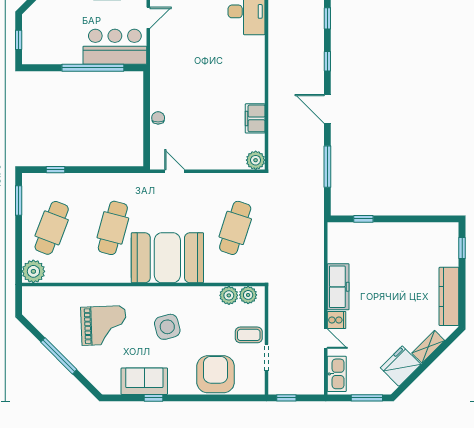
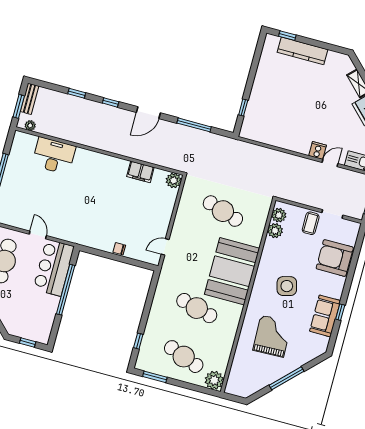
freezer: (338, 287) -> (292, 142), removed
kitchen counter: (449, 296) -> (302, 51), moved

